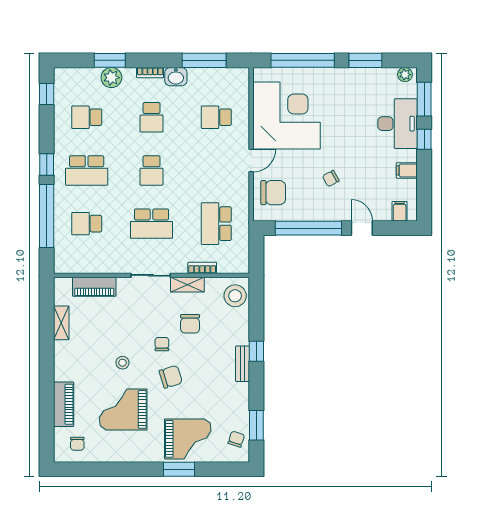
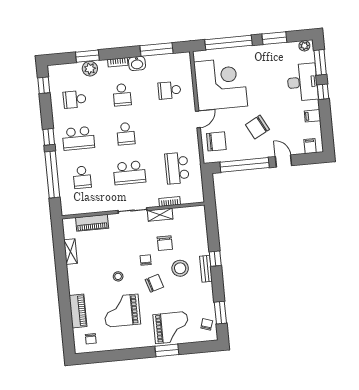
chair: (331, 179) -> (257, 127), width x1.87, depth x1.87
school desk: (87, 224) -> (82, 177), turned -90
stool: (235, 296) -> (180, 268), moved

